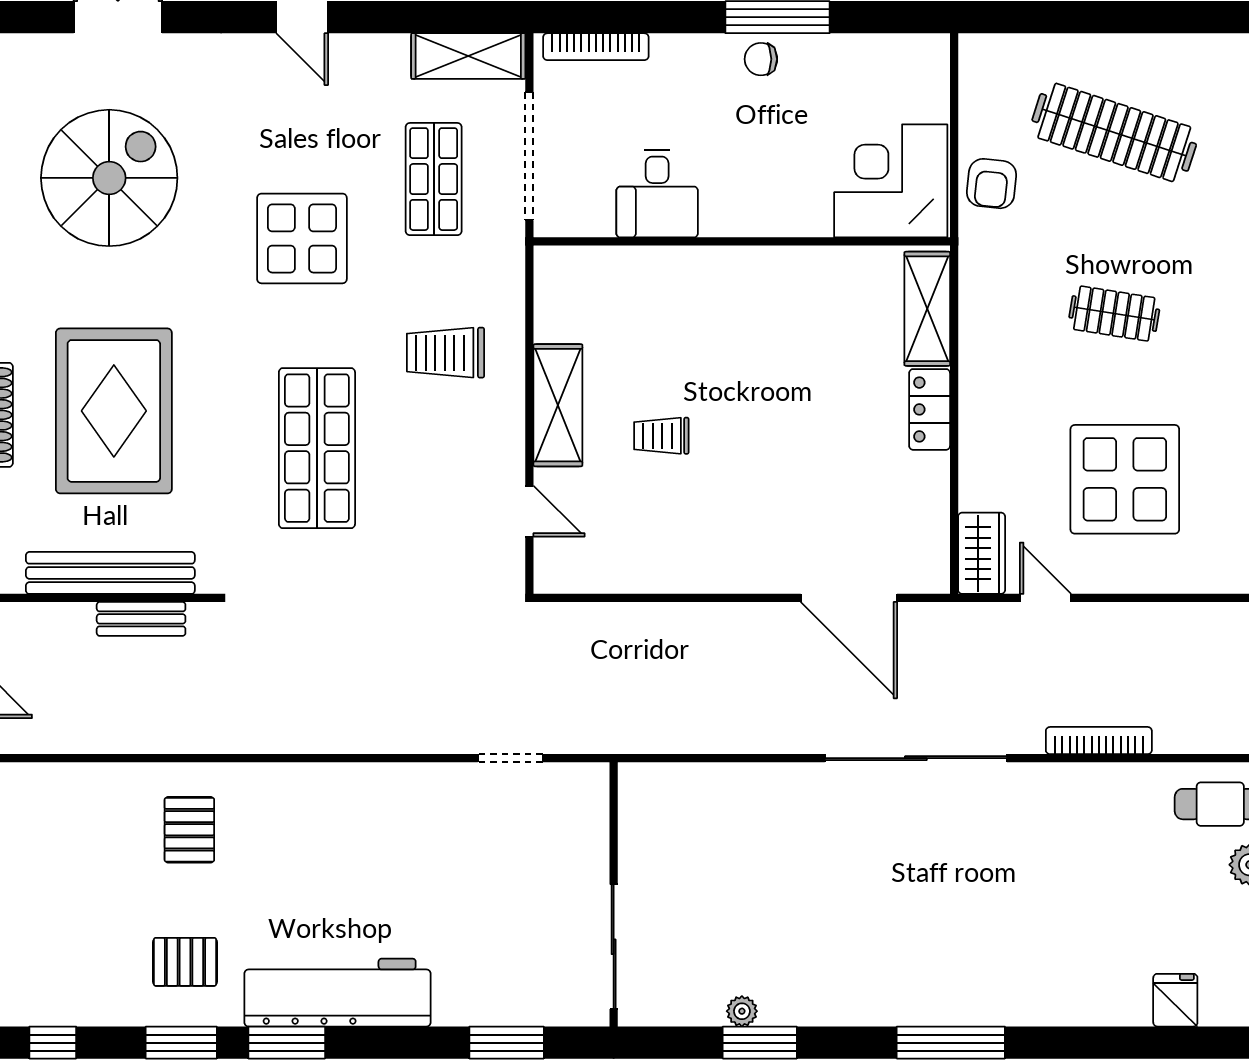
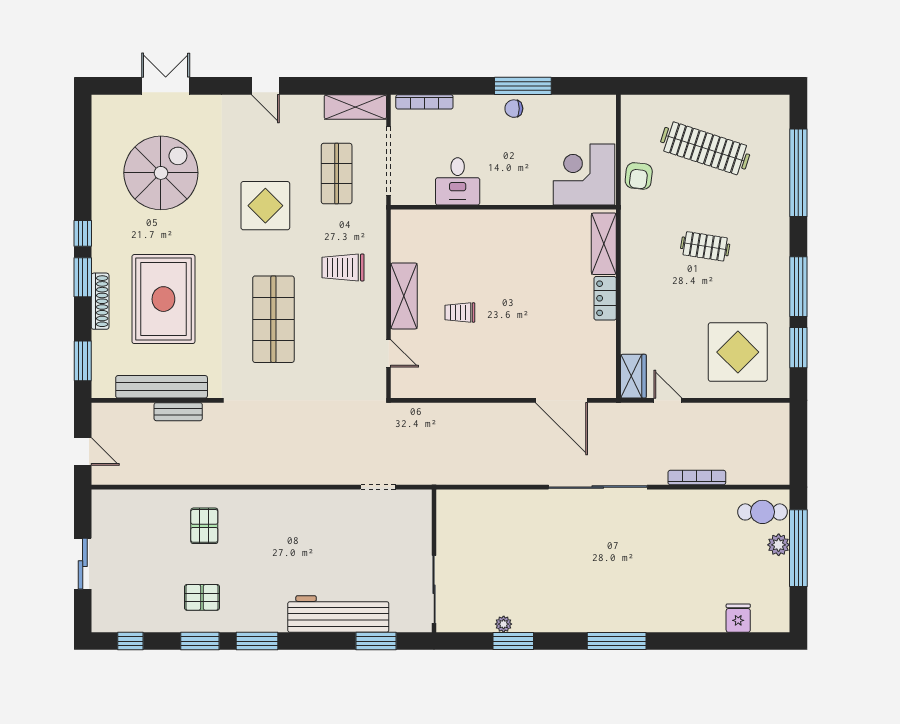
display table: (1125, 479) -> (738, 352), moved
workbench: (337, 993) -> (338, 614), moved

